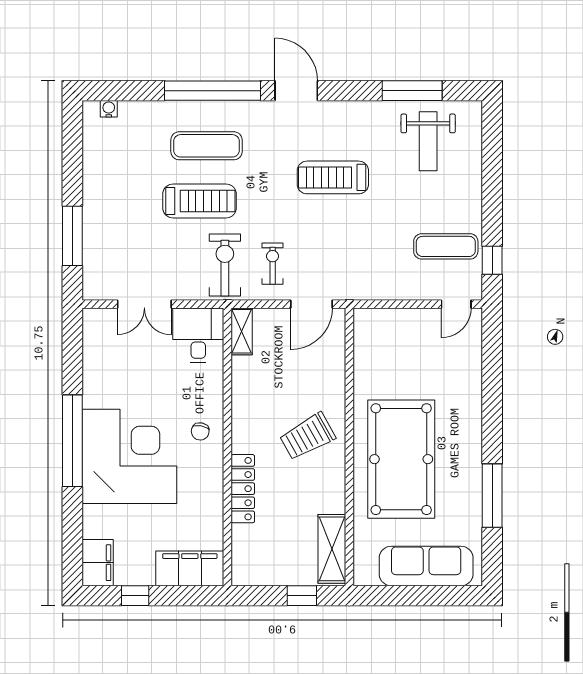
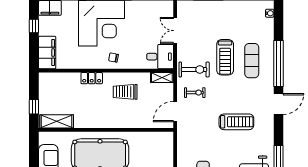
treadmill: (333, 177) -> (236, 122), turned 90
door: (312, 304) -> (175, 111), hinge flipped
trolley: (307, 436) -> (125, 92), moved, turned -61
locker: (243, 489) -> (92, 78), width x0.66

